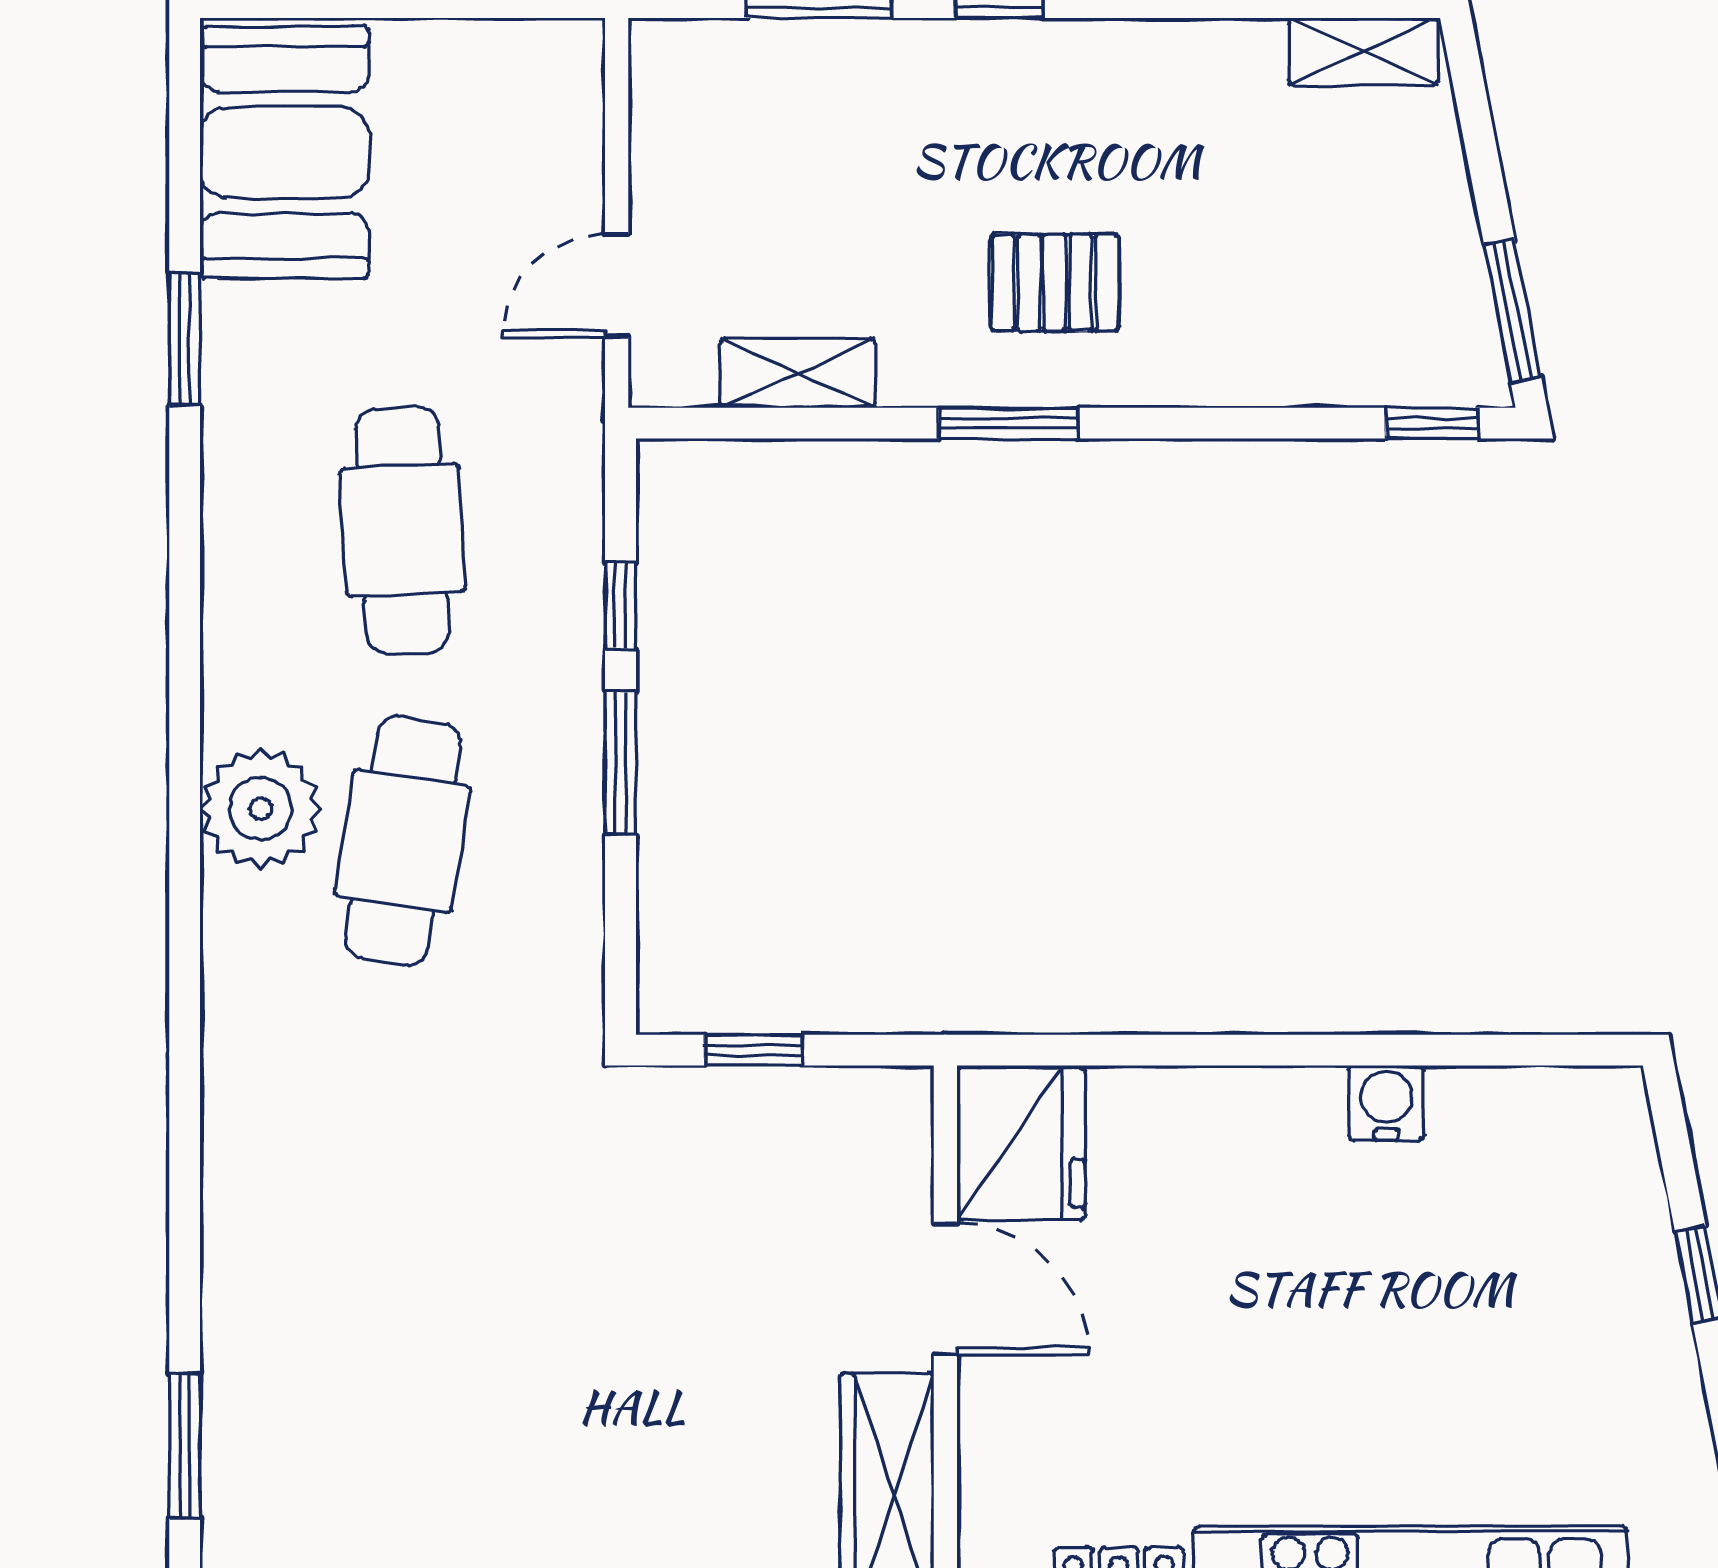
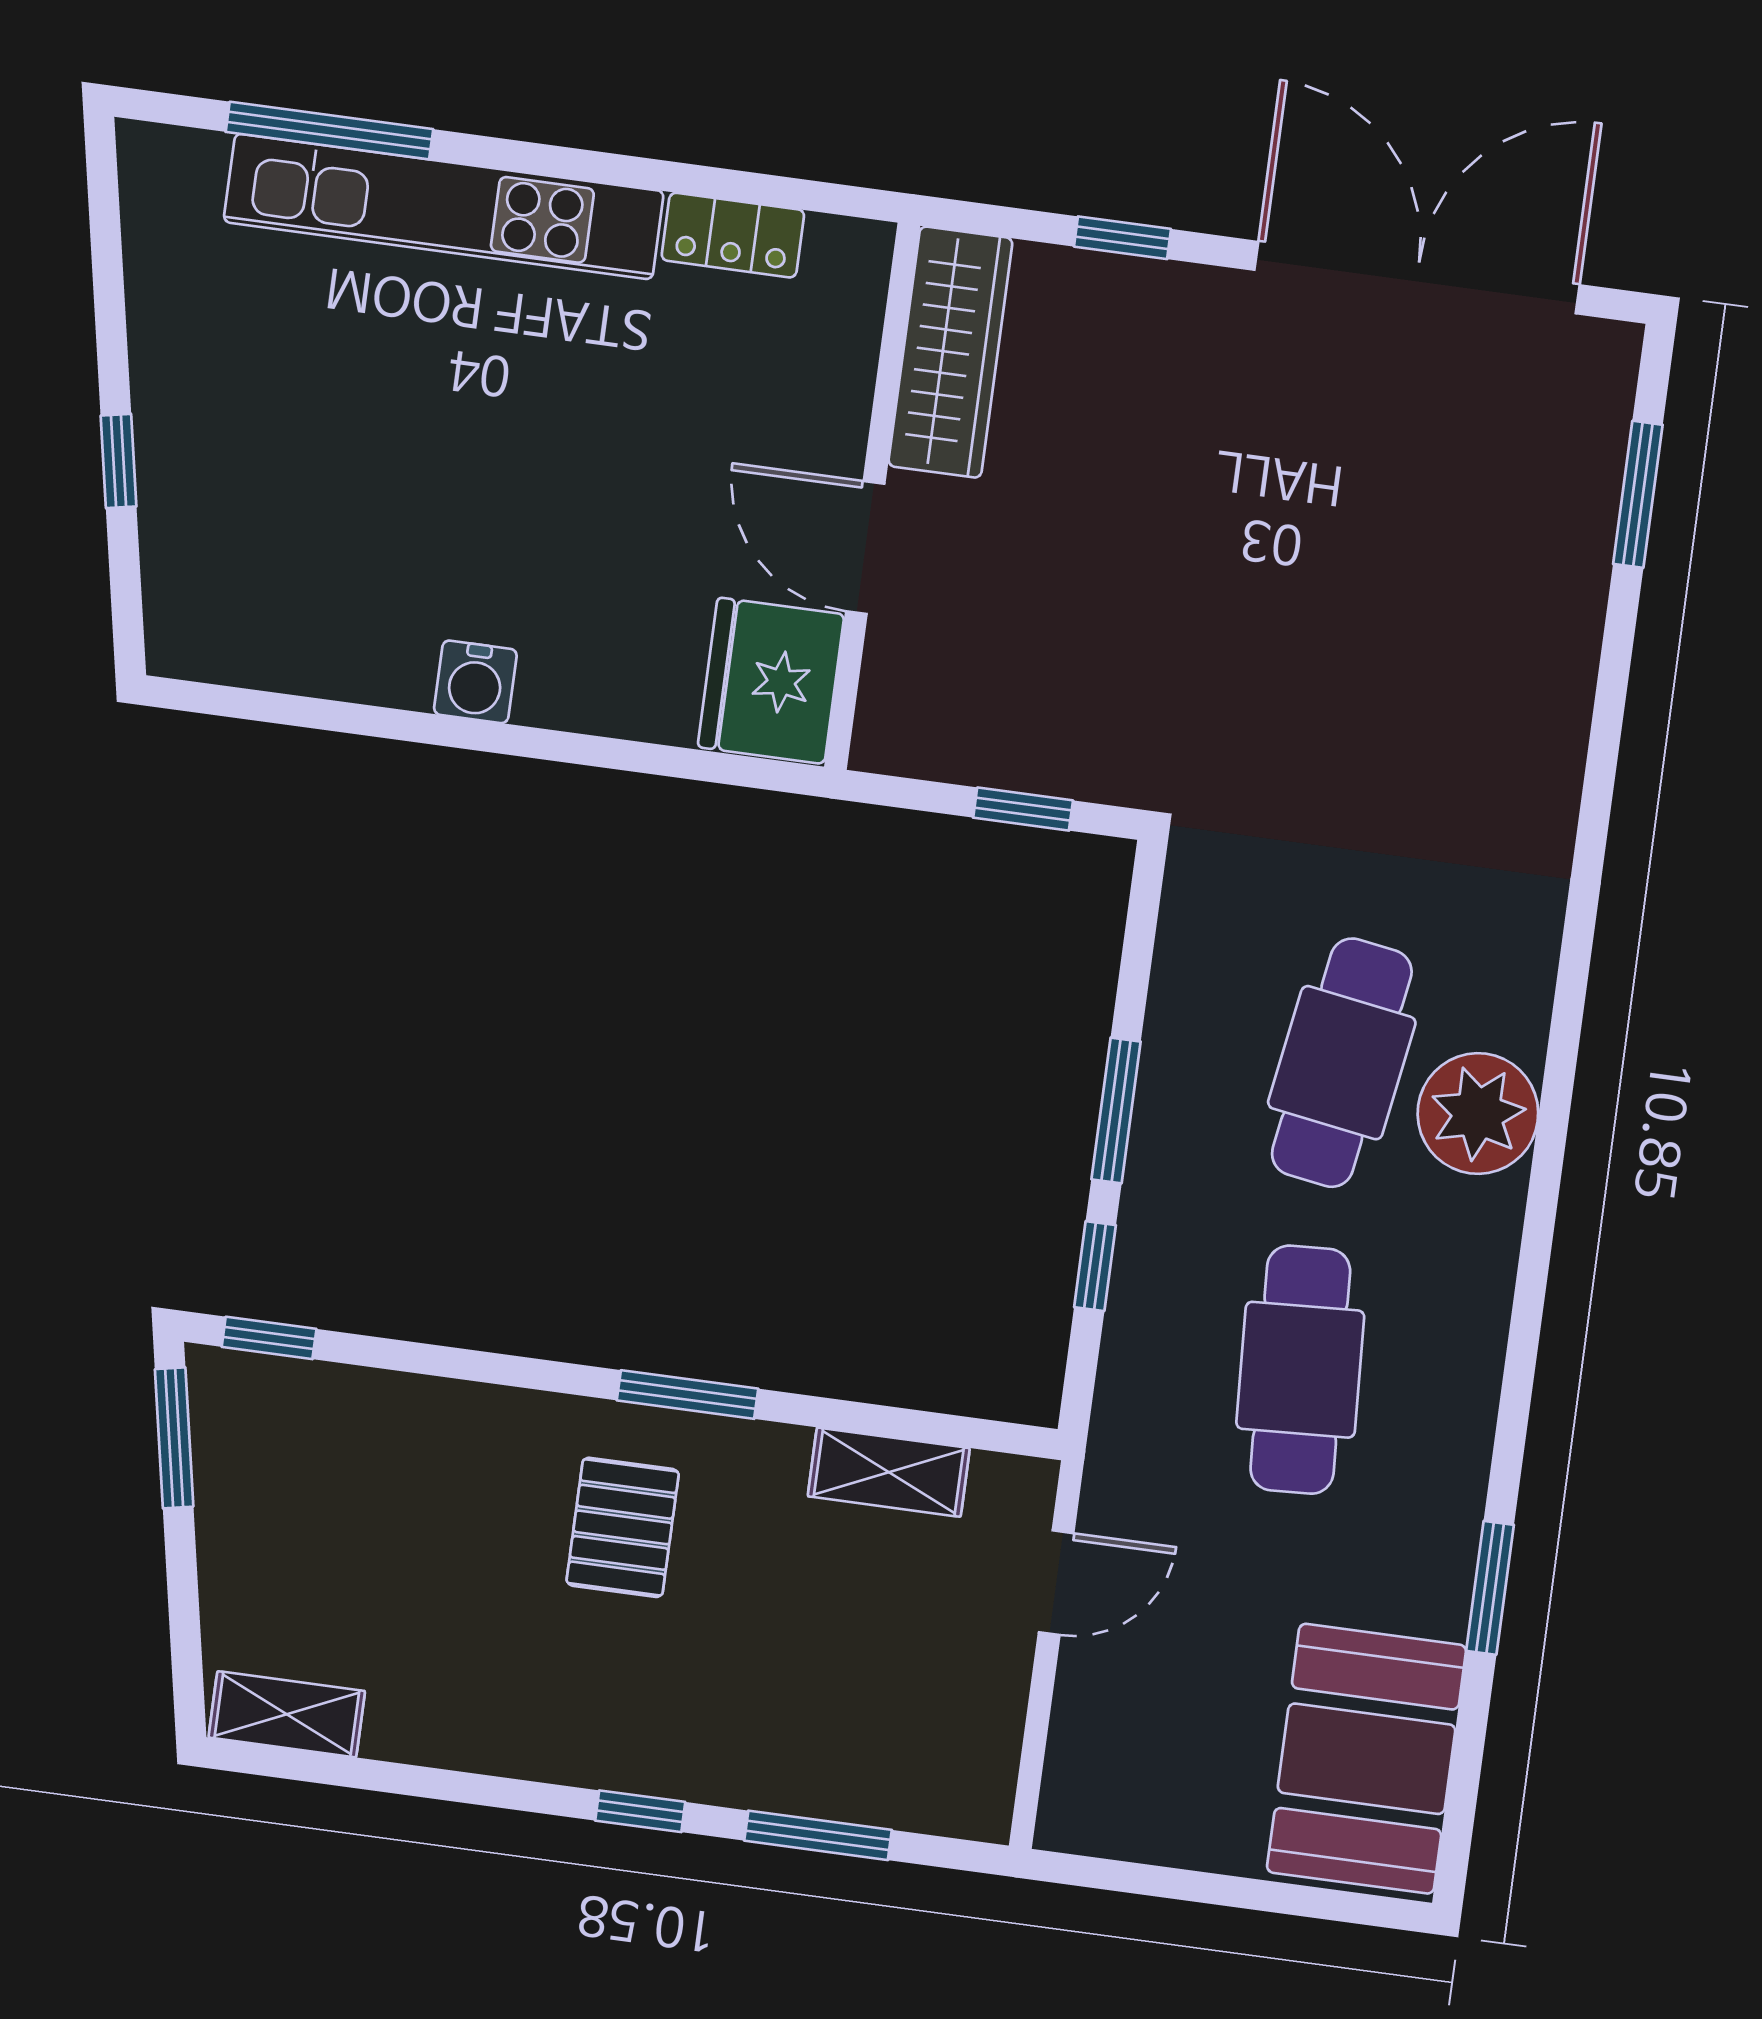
pallet: (1055, 282) -> (623, 1527), turned 90
water cooler: (1386, 1103) -> (475, 682), moved

